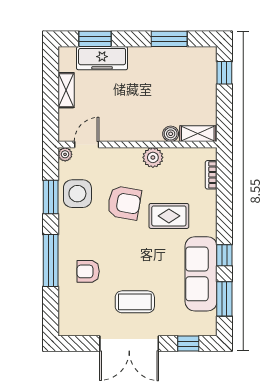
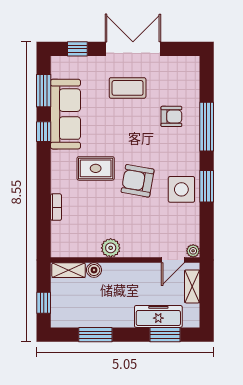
boiler: (171, 134) -> (94, 270), moved
shelving: (198, 134) -> (69, 270), moved
door: (87, 144) -> (173, 260), moved
wall: (137, 144) -> (125, 260), moved
plant: (65, 154) -> (193, 251), moved
plant: (153, 157) -> (111, 248), moved

